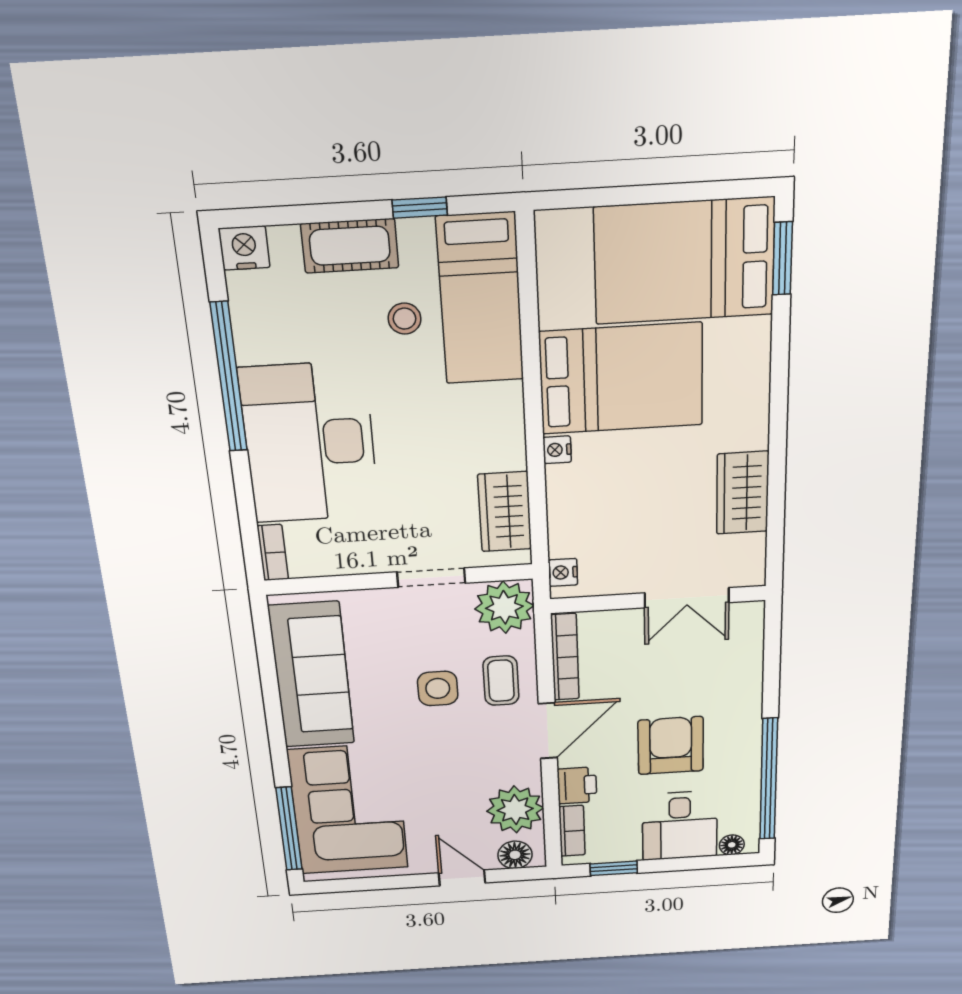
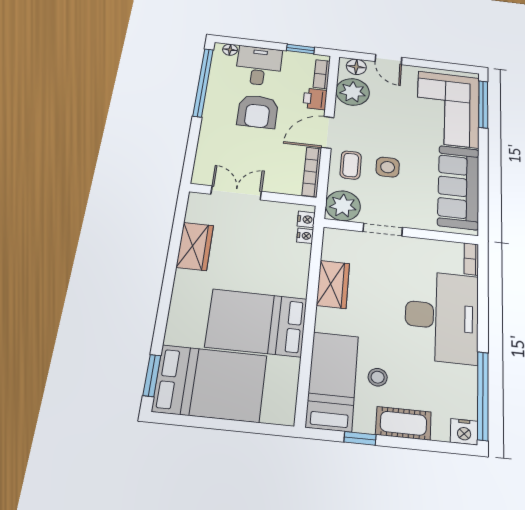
window: (229, 377) -> (483, 395), moved
nightstand: (557, 450) -> (305, 236), moved
wardrobe: (505, 512) -> (333, 284), moved

